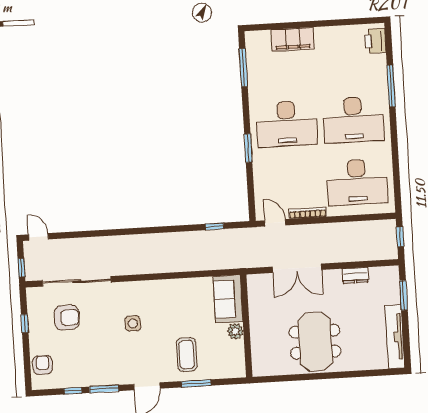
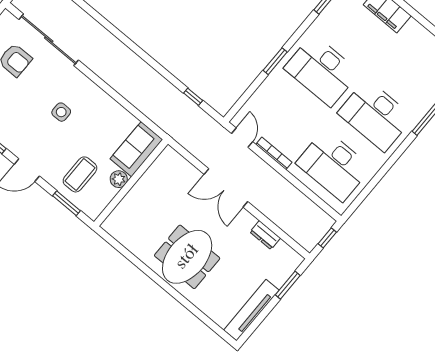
sofa: (228, 299) -> (136, 149), moved
wall: (246, 326) -> (131, 183), moved
plant: (235, 331) -> (119, 179), moved

